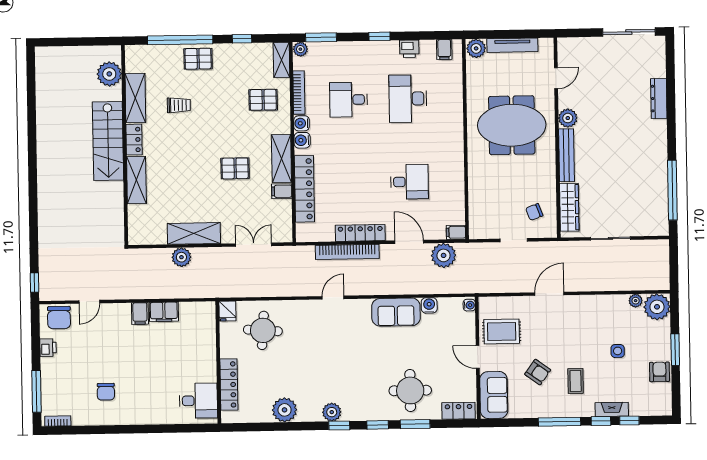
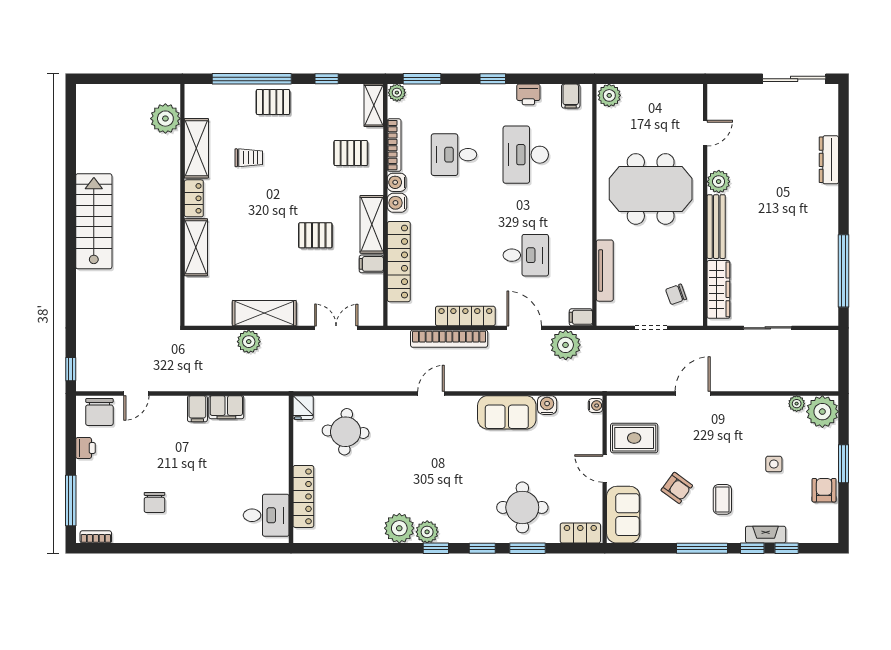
tv unit: (512, 45) -> (605, 271), moved, turned -90
stairs: (108, 141) -> (94, 221), moved, turned 180
plant: (285, 410) -> (399, 528), moved

